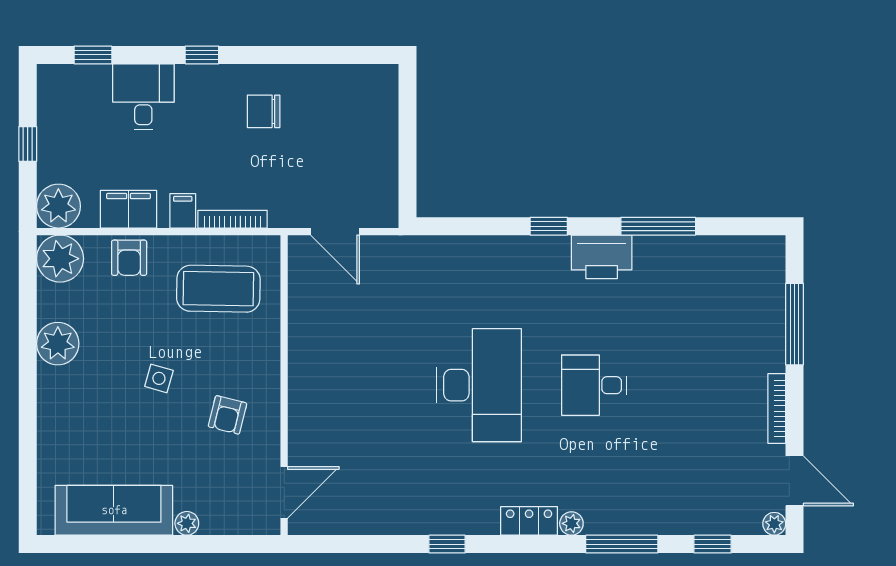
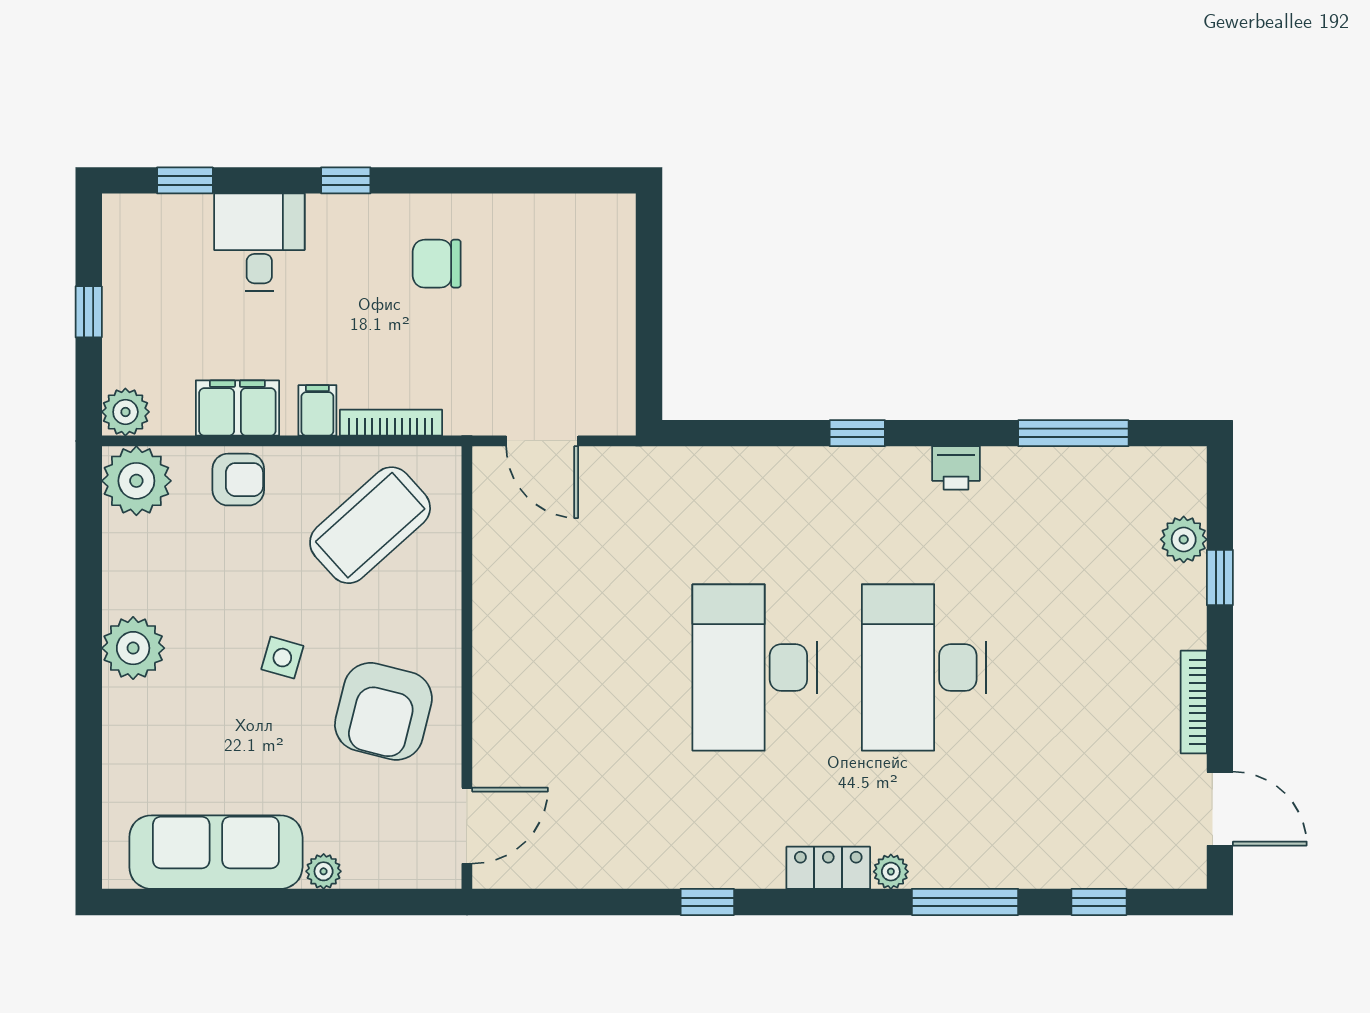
plant: (58, 206) -> (125, 412), width x0.73, depth x0.73
window: (658, 226) -> (1073, 433), moved
printer: (602, 257) -> (956, 468), width x0.53, depth x0.68
armchair: (129, 258) -> (238, 480), turned -90
coffee table: (218, 289) -> (370, 525), turned -43
window: (795, 324) -> (1220, 578), width x0.46
plant: (58, 344) -> (133, 648), moved
desk: (479, 385) -> (755, 668), turned 180
desk: (594, 385) -> (924, 668), width x1.87, depth x1.30
armchair: (227, 415) -> (383, 711), width x1.88, depth x1.88
plant: (774, 524) -> (1184, 539), moved, width x1.38, depth x1.38

